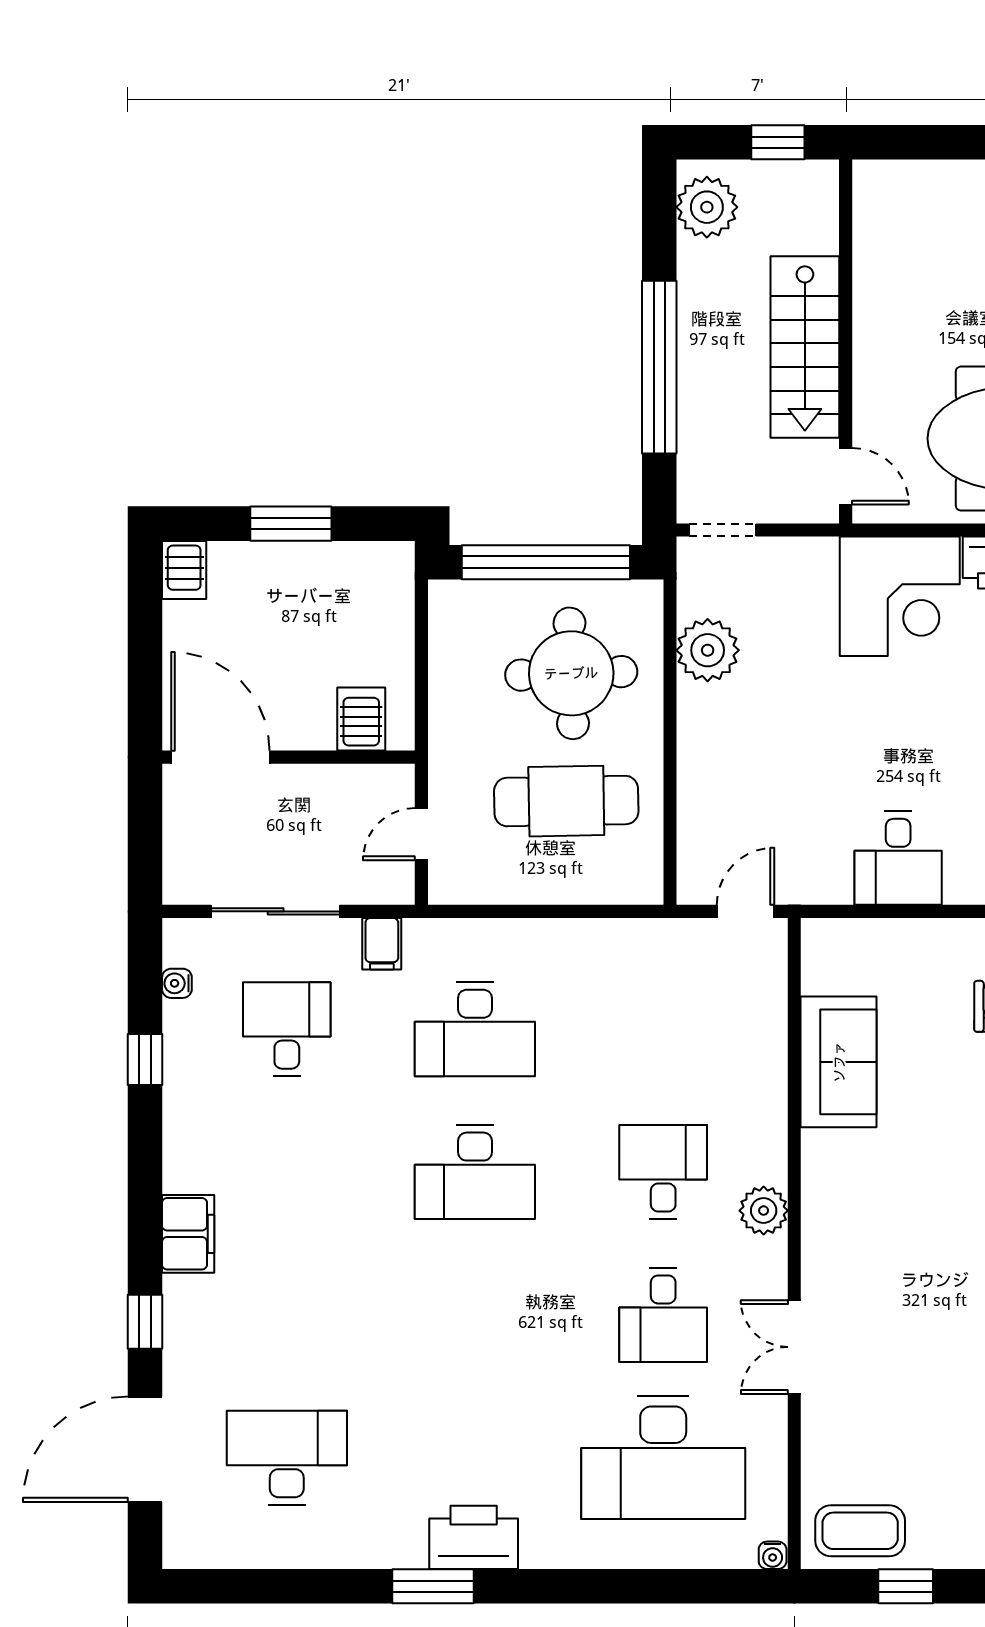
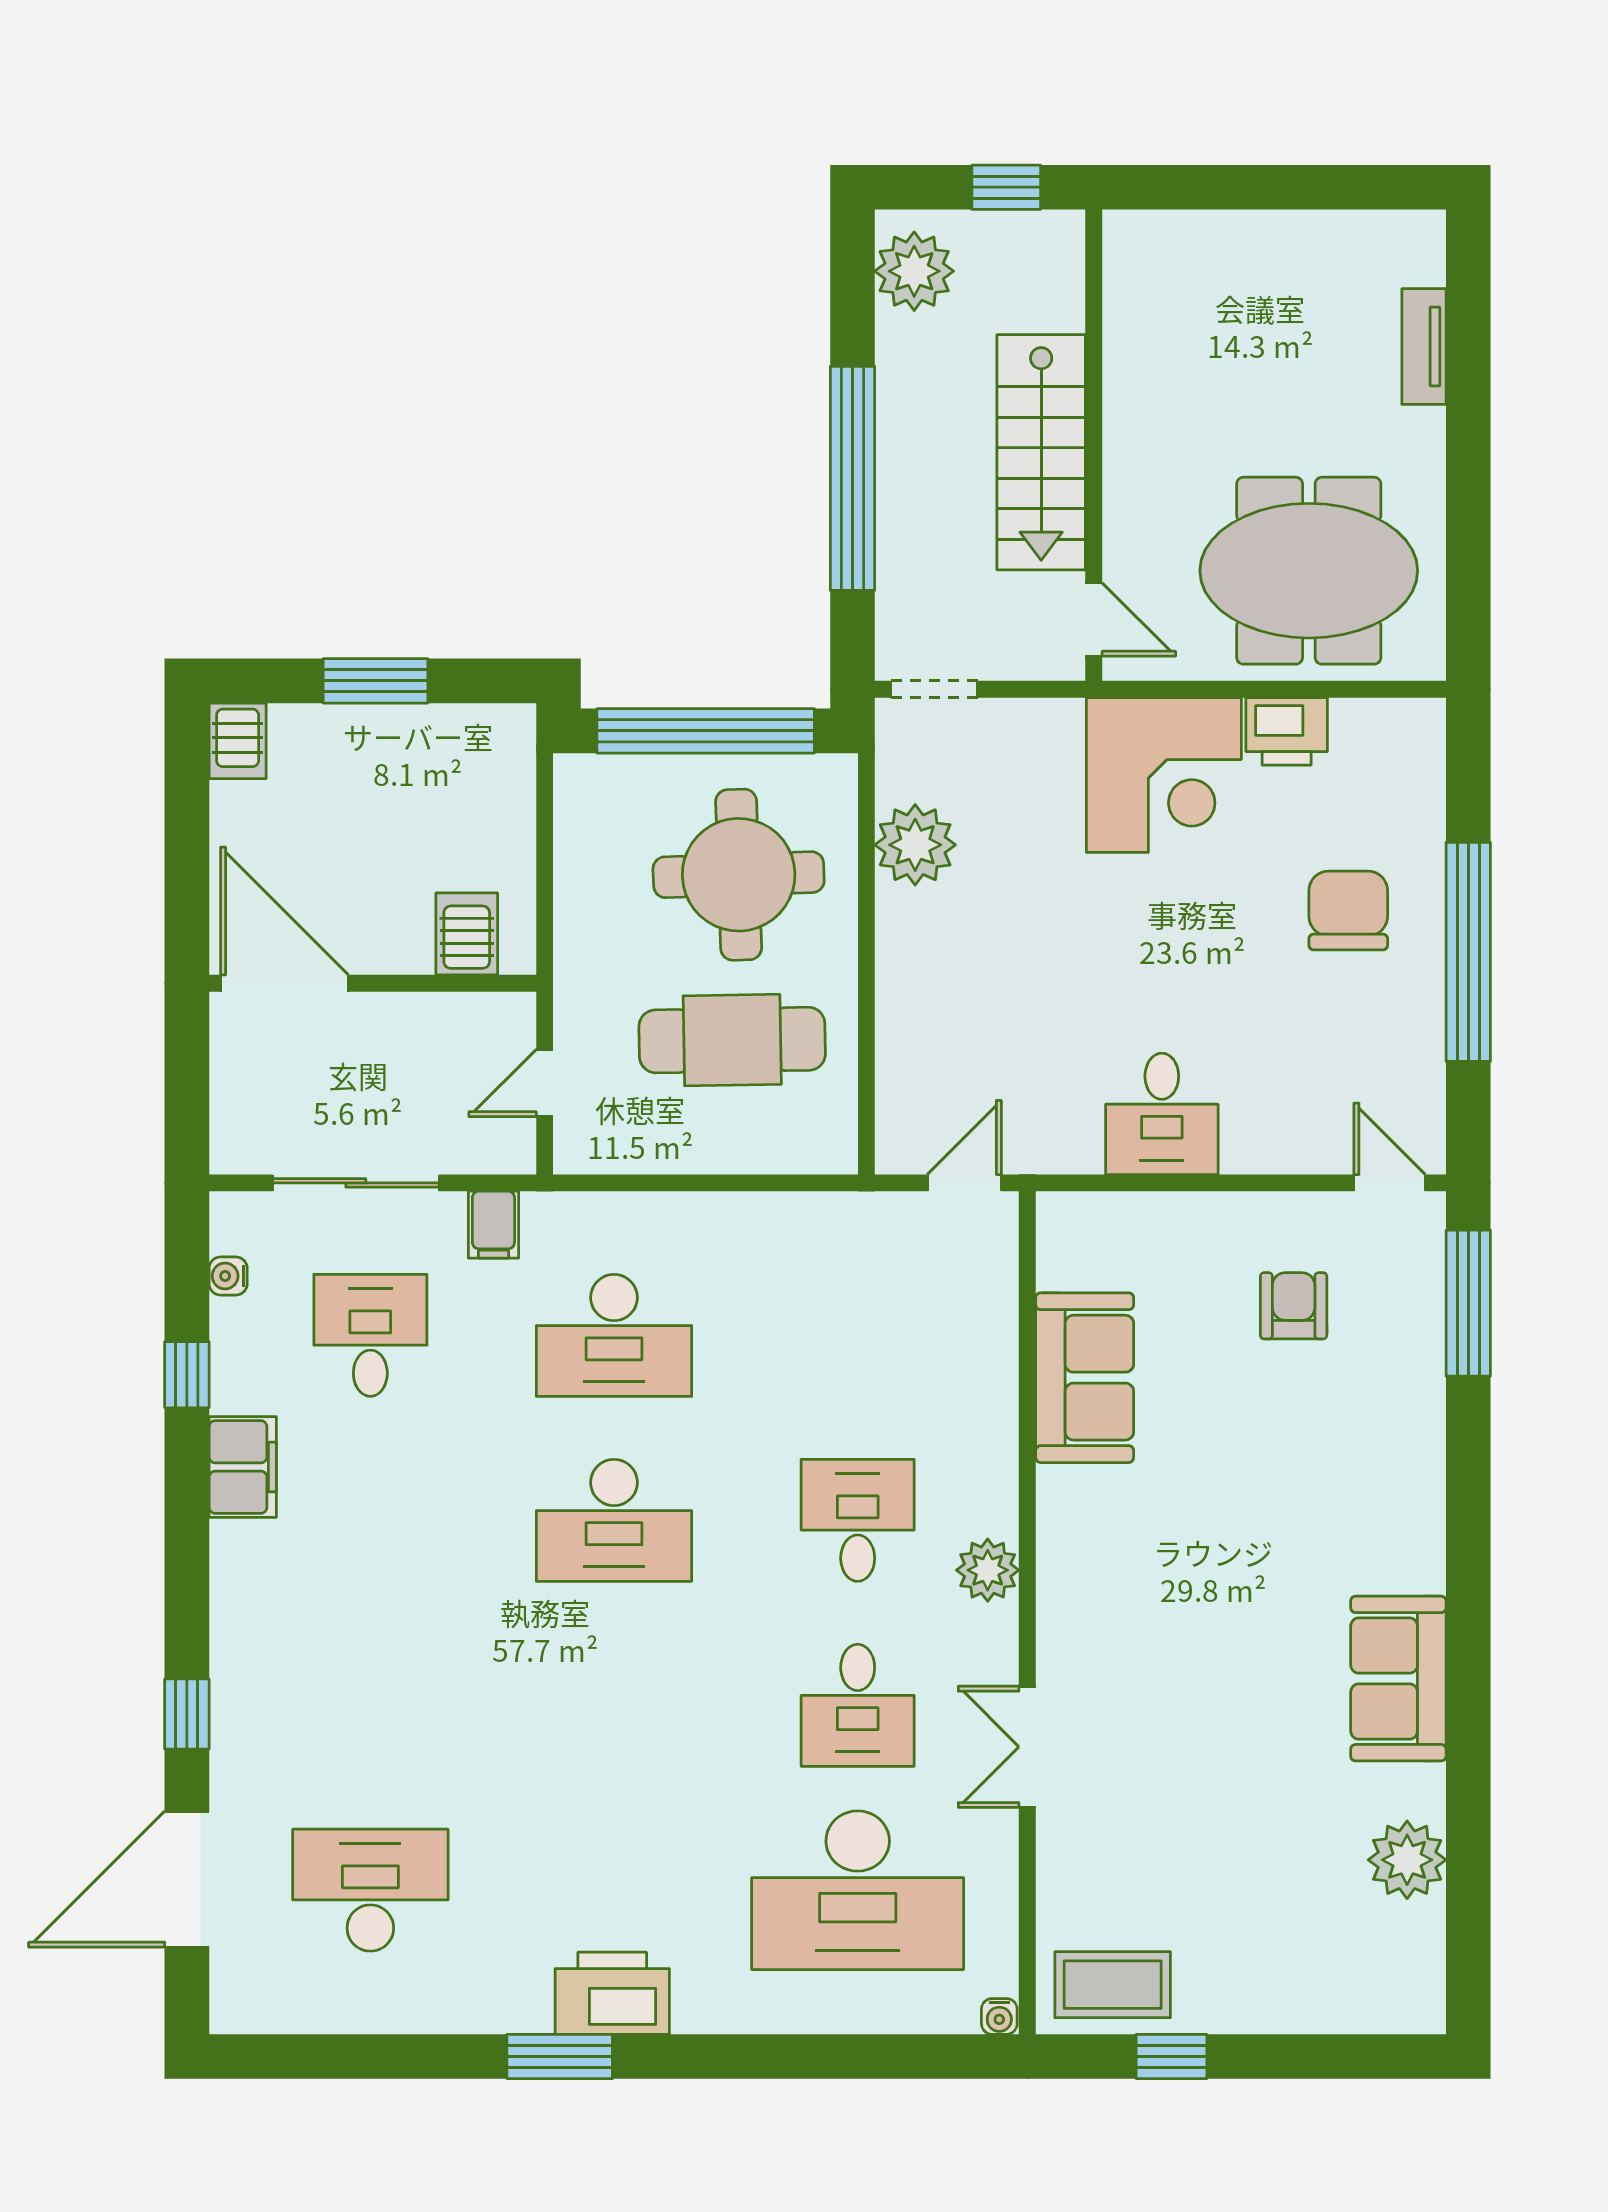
filing cabinet: (188, 1234) -> (243, 1467), moved

